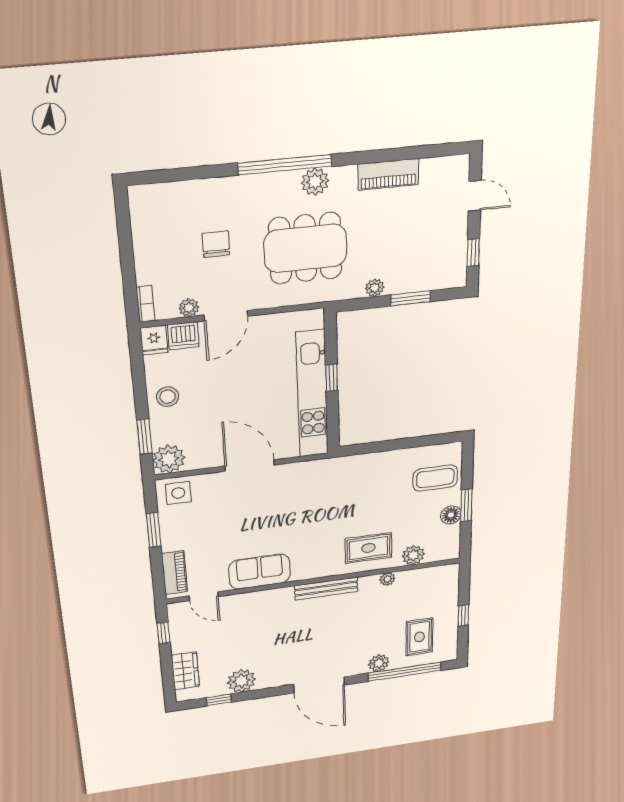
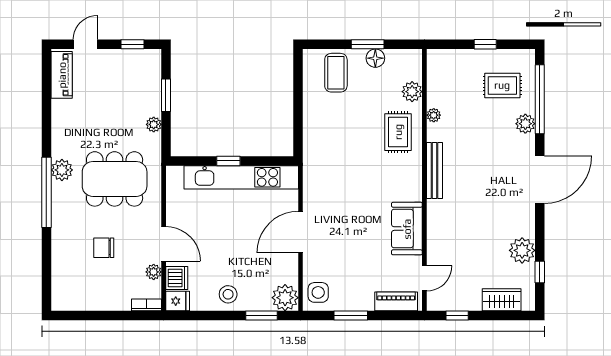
piano: (388, 174) -> (62, 75), moved
dining table: (305, 248) -> (115, 179), turned 90

